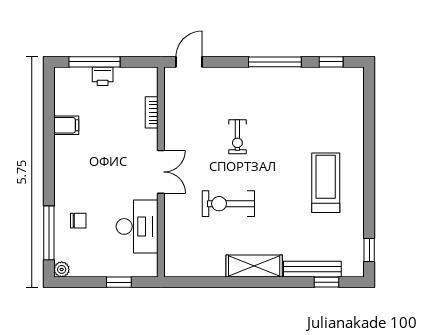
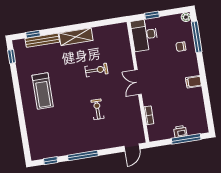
filing cabinet: (66, 125) -> (194, 82), moved
exercise bike: (228, 204) -> (96, 70), width x0.73, depth x0.72
desk: (137, 226) -> (144, 35), moved

